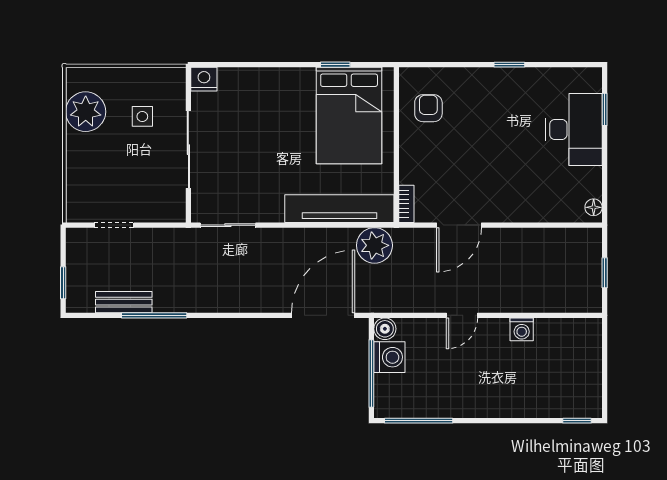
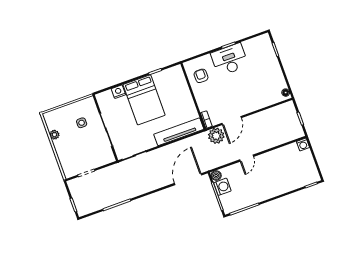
nightstand: (204, 79) -> (118, 92), moved
plant: (86, 112) -> (54, 135), width x0.53, depth x0.53
bed: (349, 116) -> (144, 100), moved
desk: (574, 129) -> (230, 60), moved, turned -90
plant: (374, 245) -> (216, 136), moved
bench: (124, 302) -> (102, 204), removed
washing machine: (522, 329) -> (303, 145), moved

